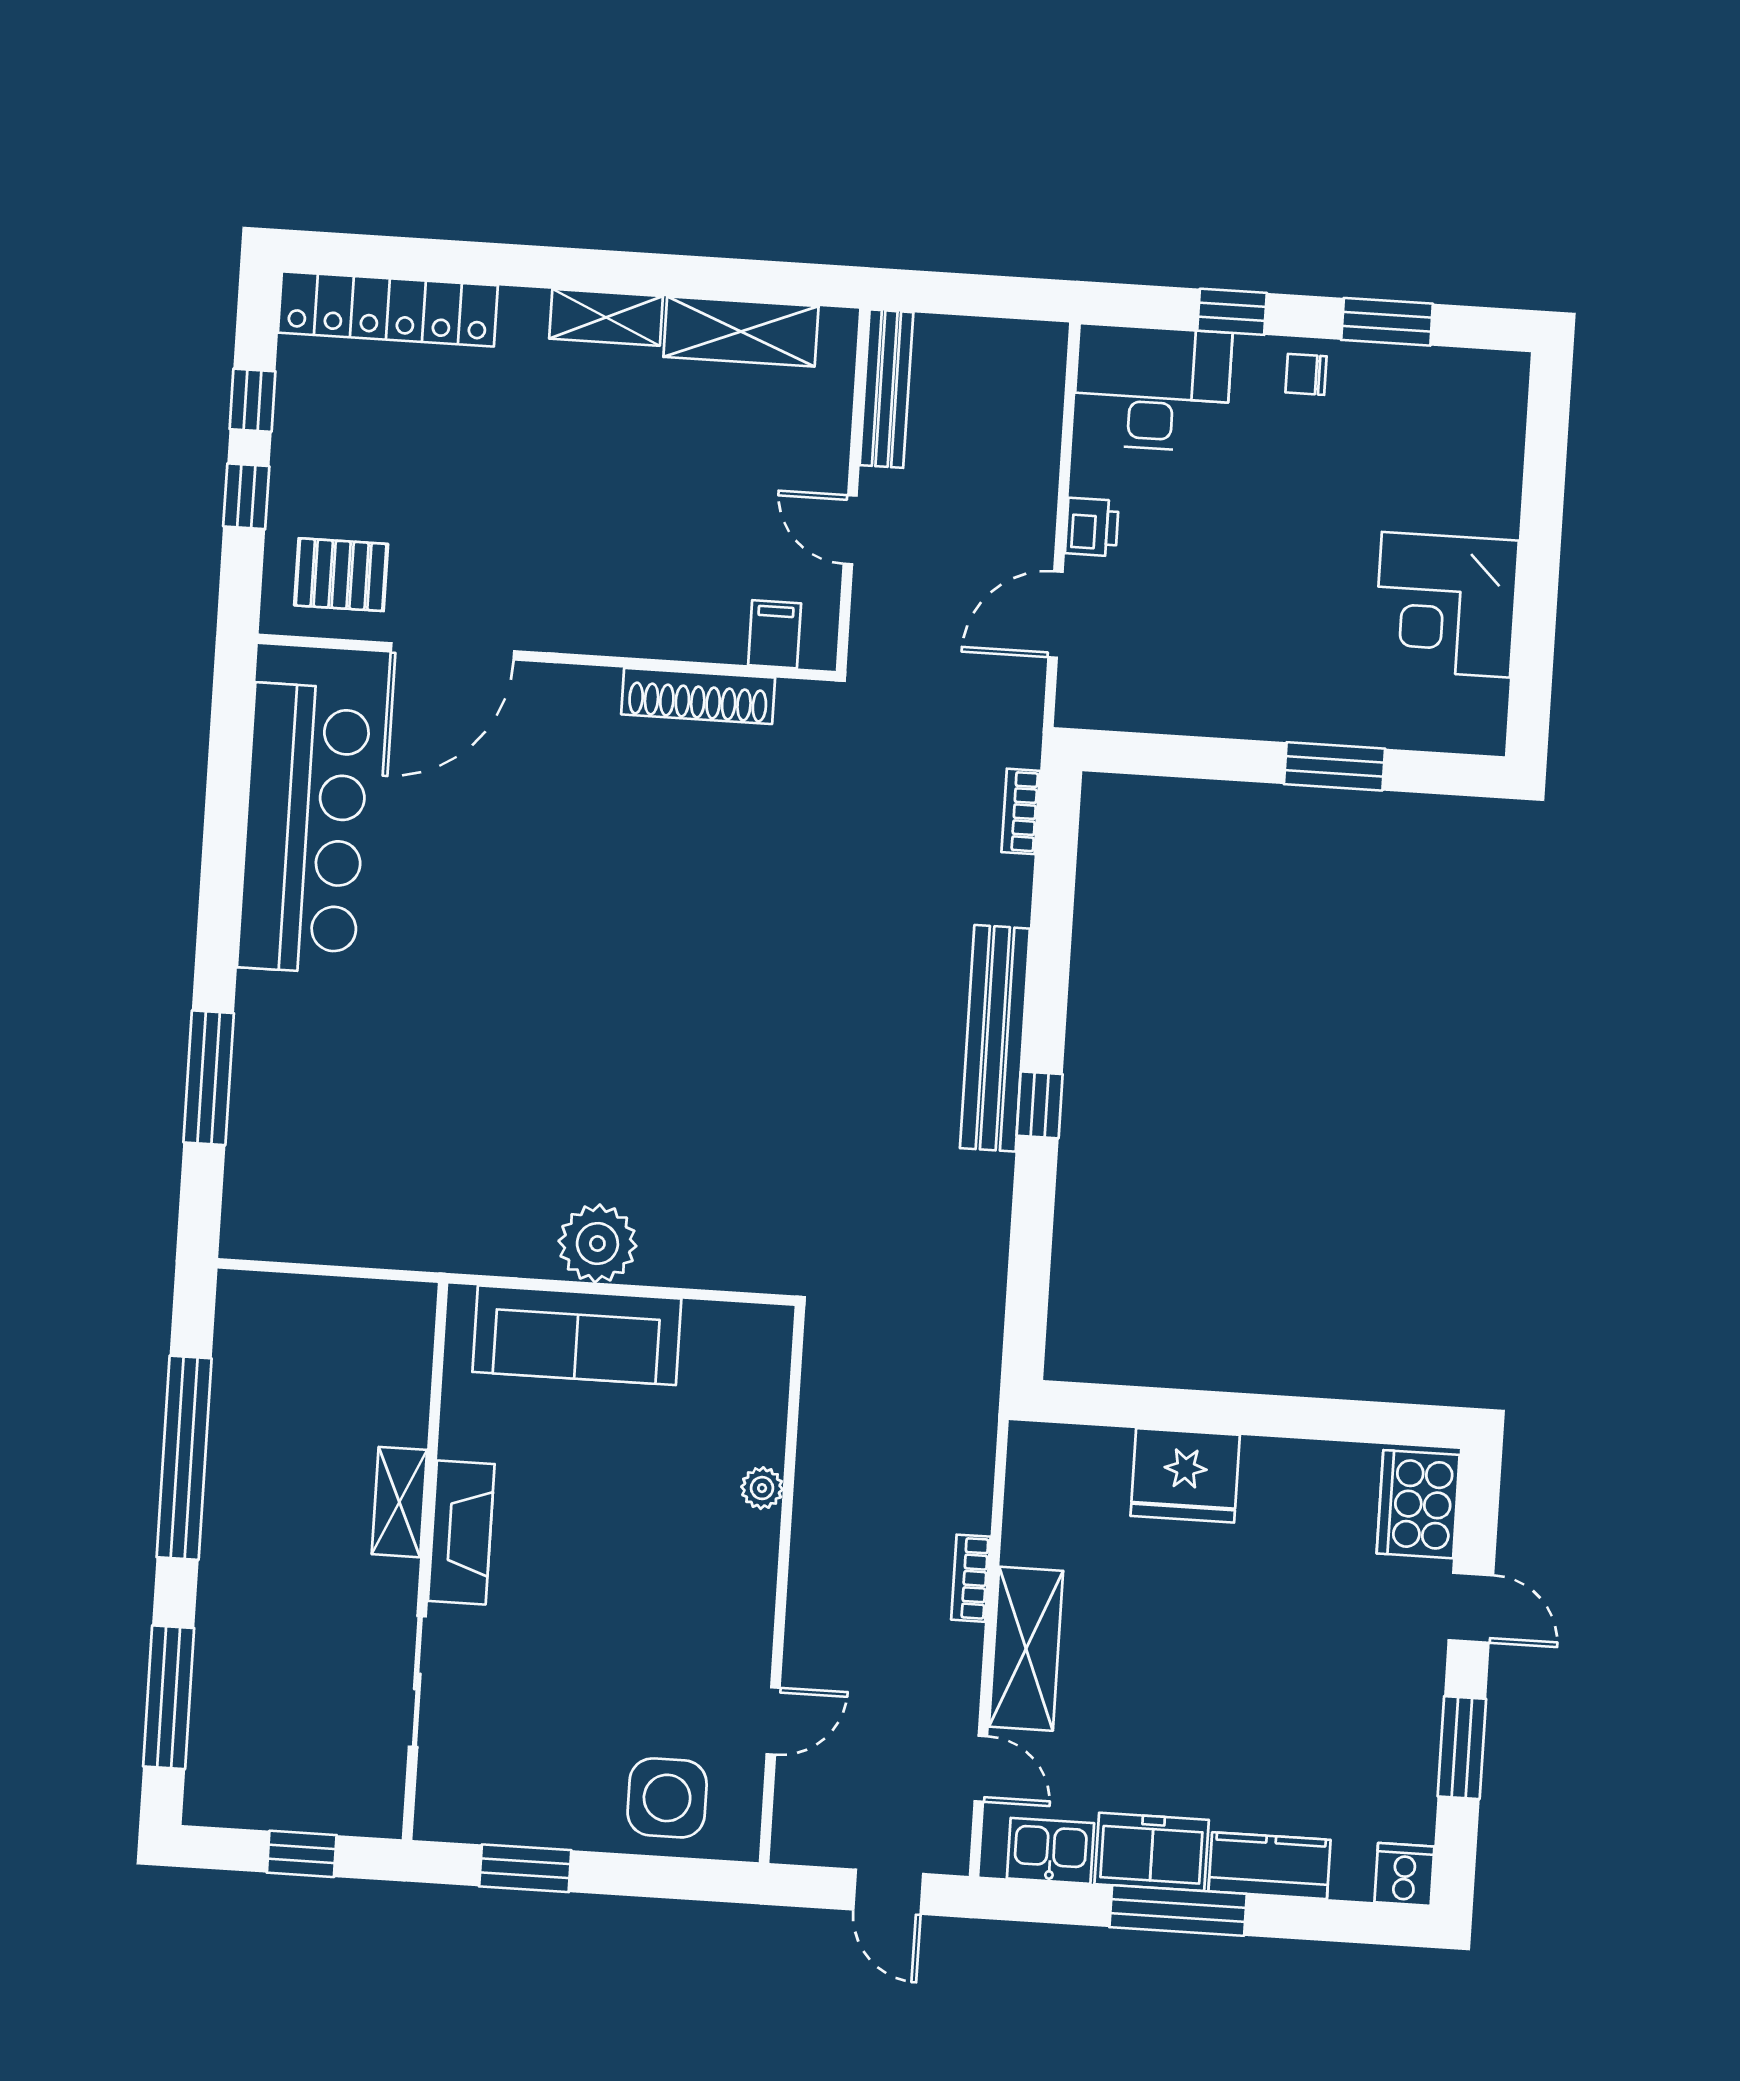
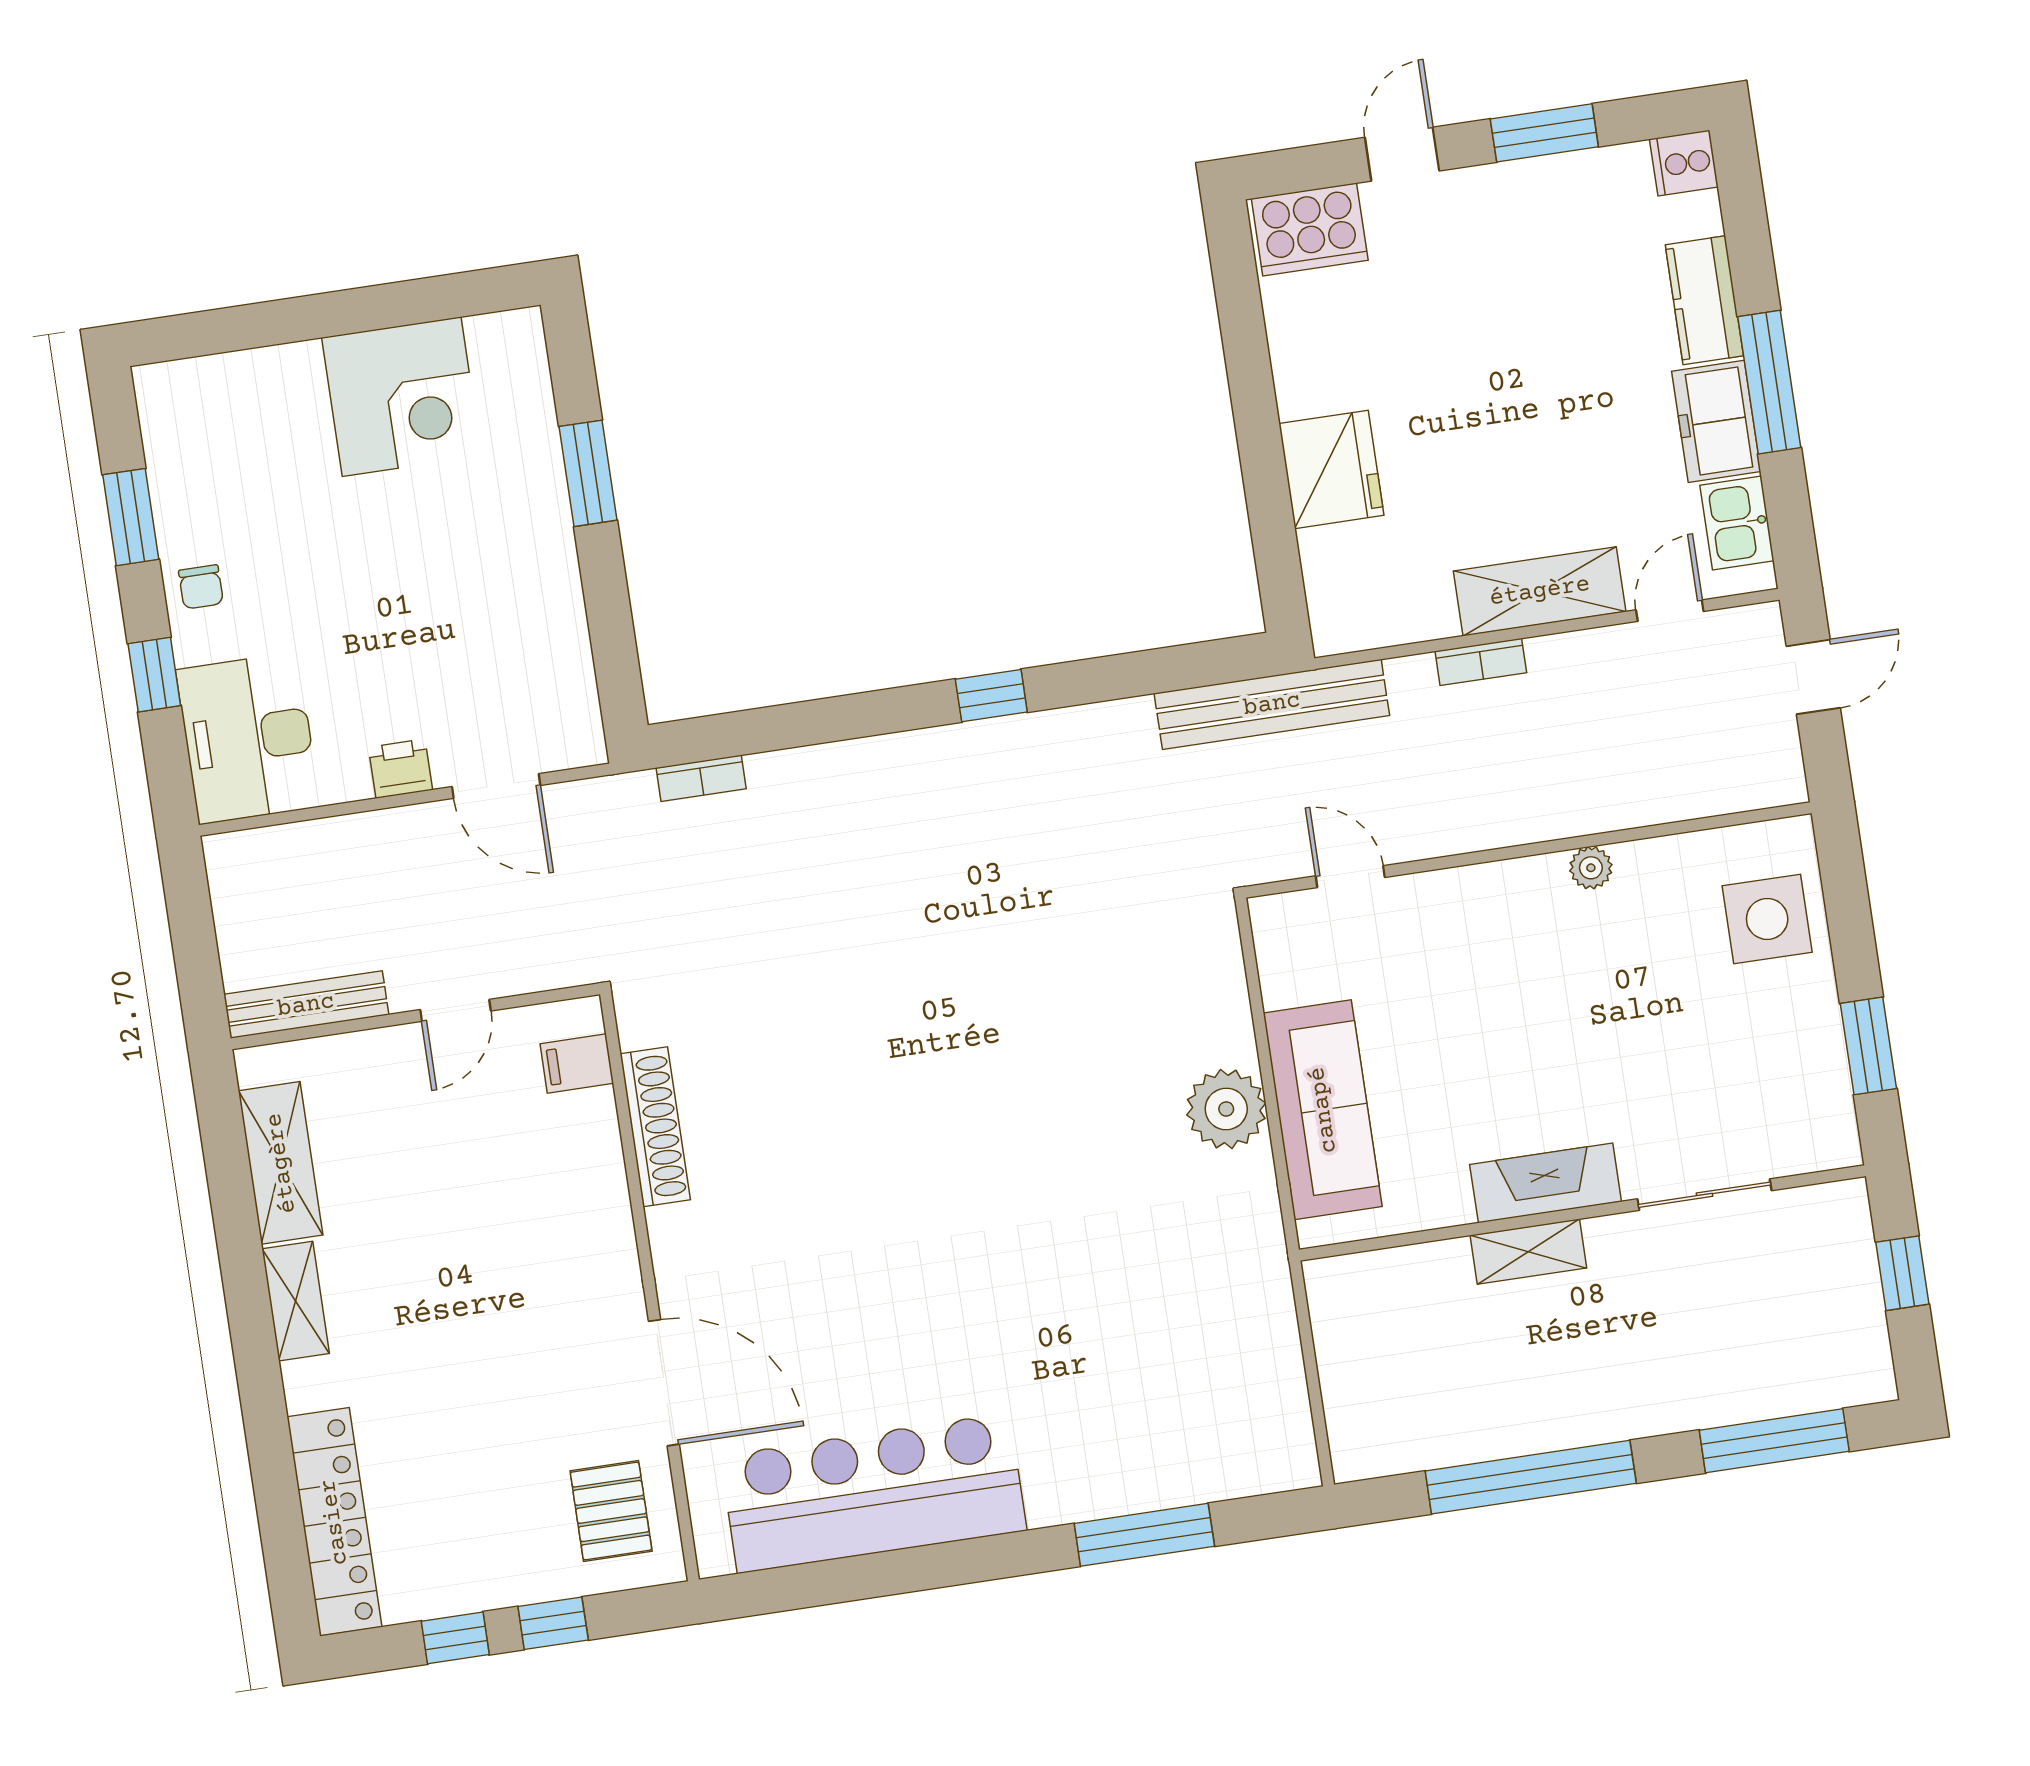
bench: (995, 1038) -> (1272, 704), moved
plant: (762, 1488) -> (1591, 868), moved
door: (773, 1721) -> (1350, 877), moved

